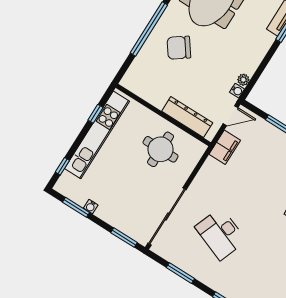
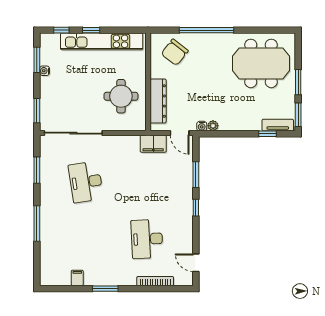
chair: (179, 48) -> (175, 52), moved, turned -106
window: (95, 114) -> (91, 30), moved
desk: (221, 234) -> (86, 182), turned -30

